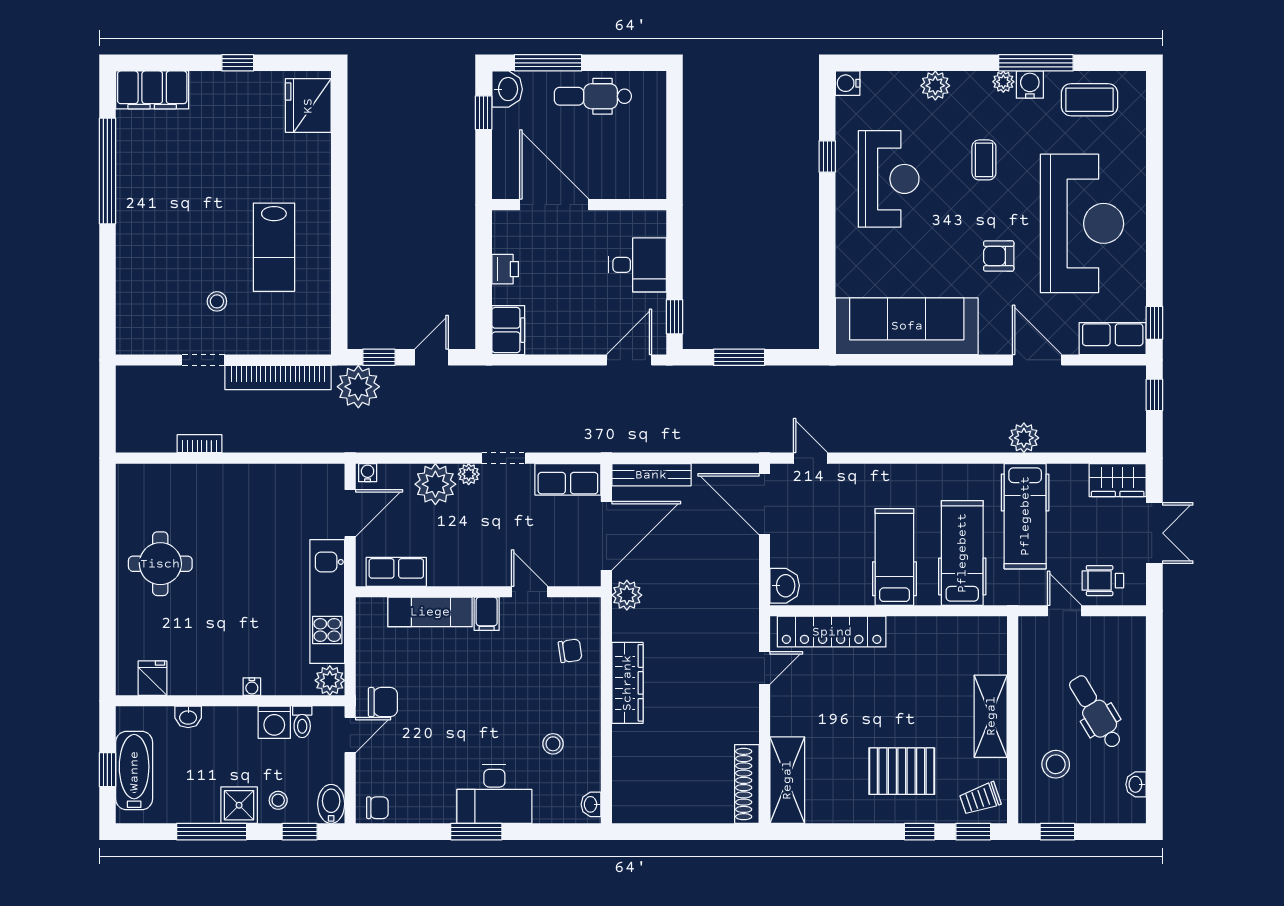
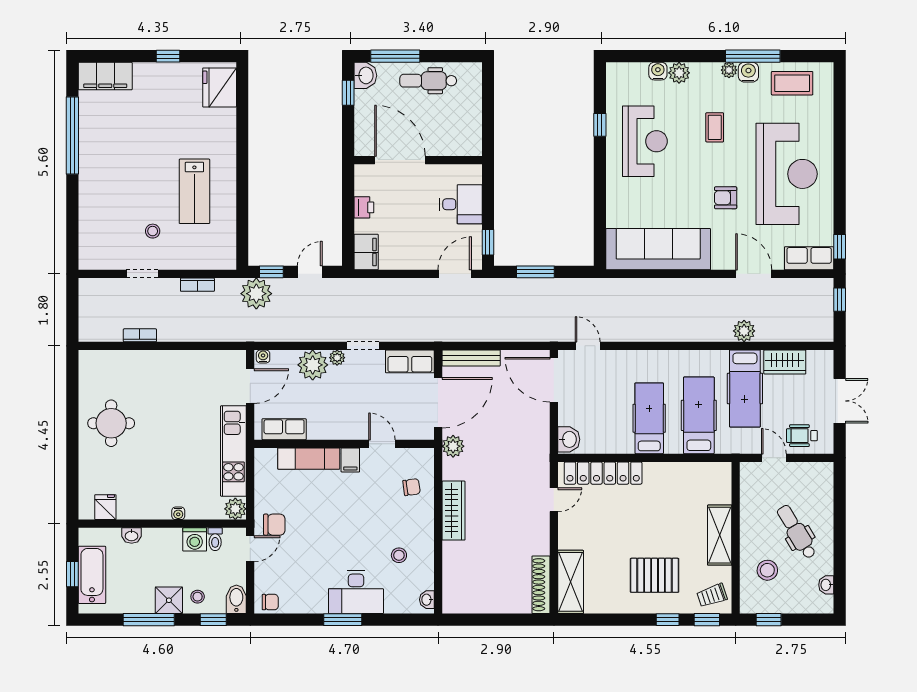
water cooler: (848, 83) -> (658, 71), moved, turned 90
bookcase: (278, 377) -> (197, 285), width x0.43, depth x0.76
wardrobe: (1118, 480) -> (785, 362), moved

